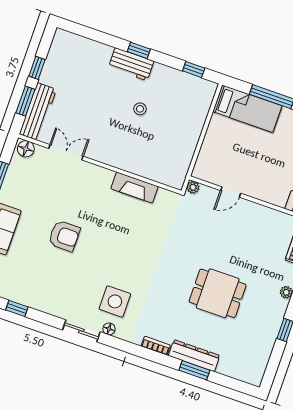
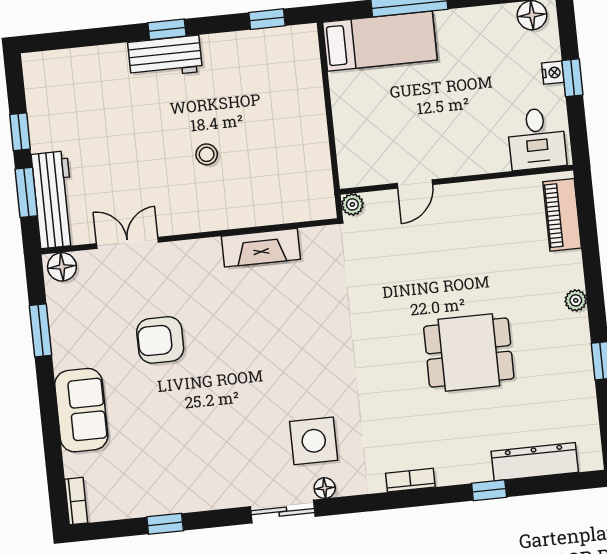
stool: (140, 109) -> (207, 154), moved
armchair: (64, 236) -> (160, 340), moved, turned 180
dresser: (194, 356) -> (535, 462), moved
window: (194, 370) -> (489, 490), width x0.67

